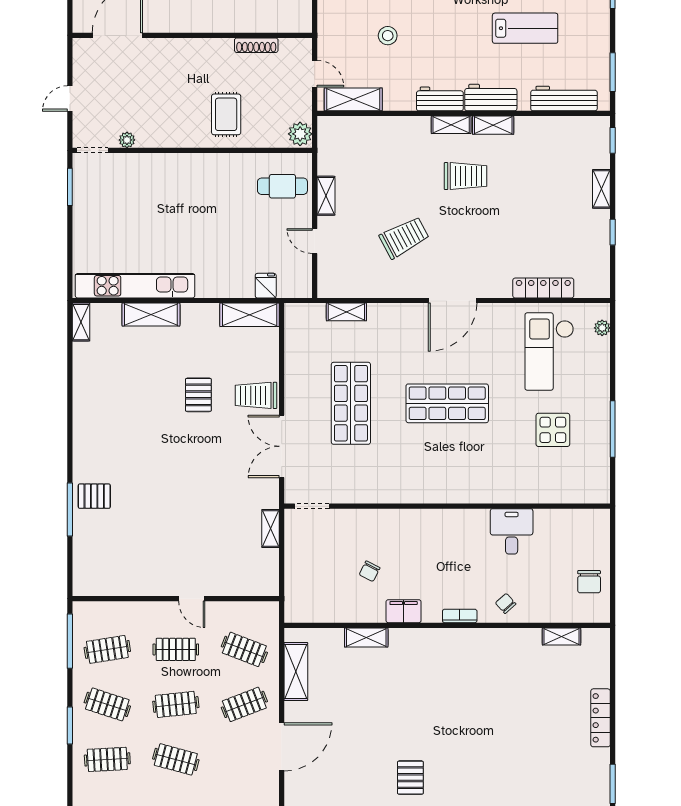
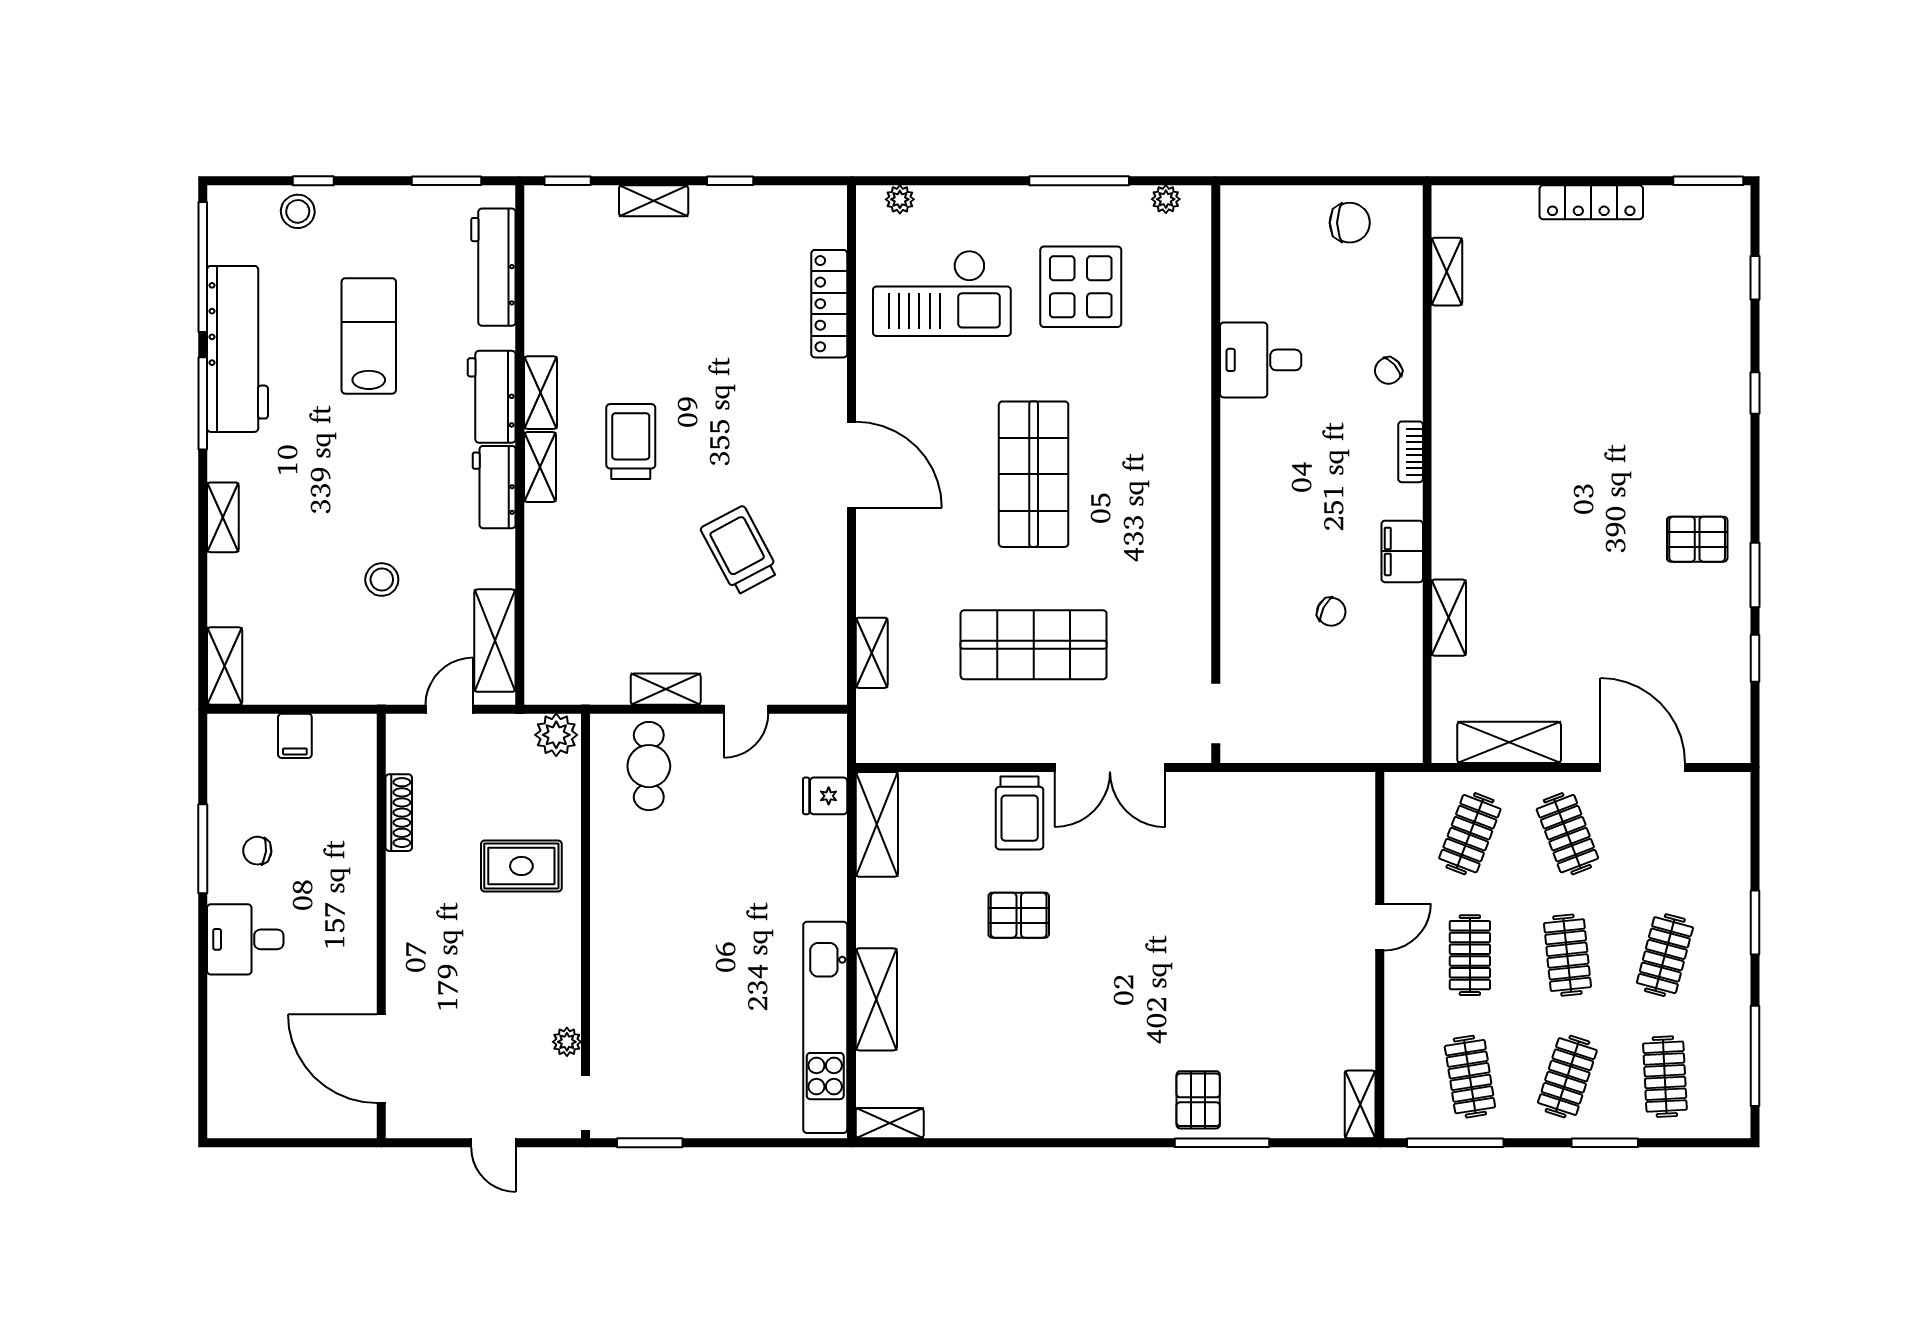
display table: (553, 430) -> (1081, 287), width x1.36, depth x1.36
plant: (602, 478) -> (1166, 199), added
shelving: (271, 528) -> (1360, 1104), moved, turned 90

